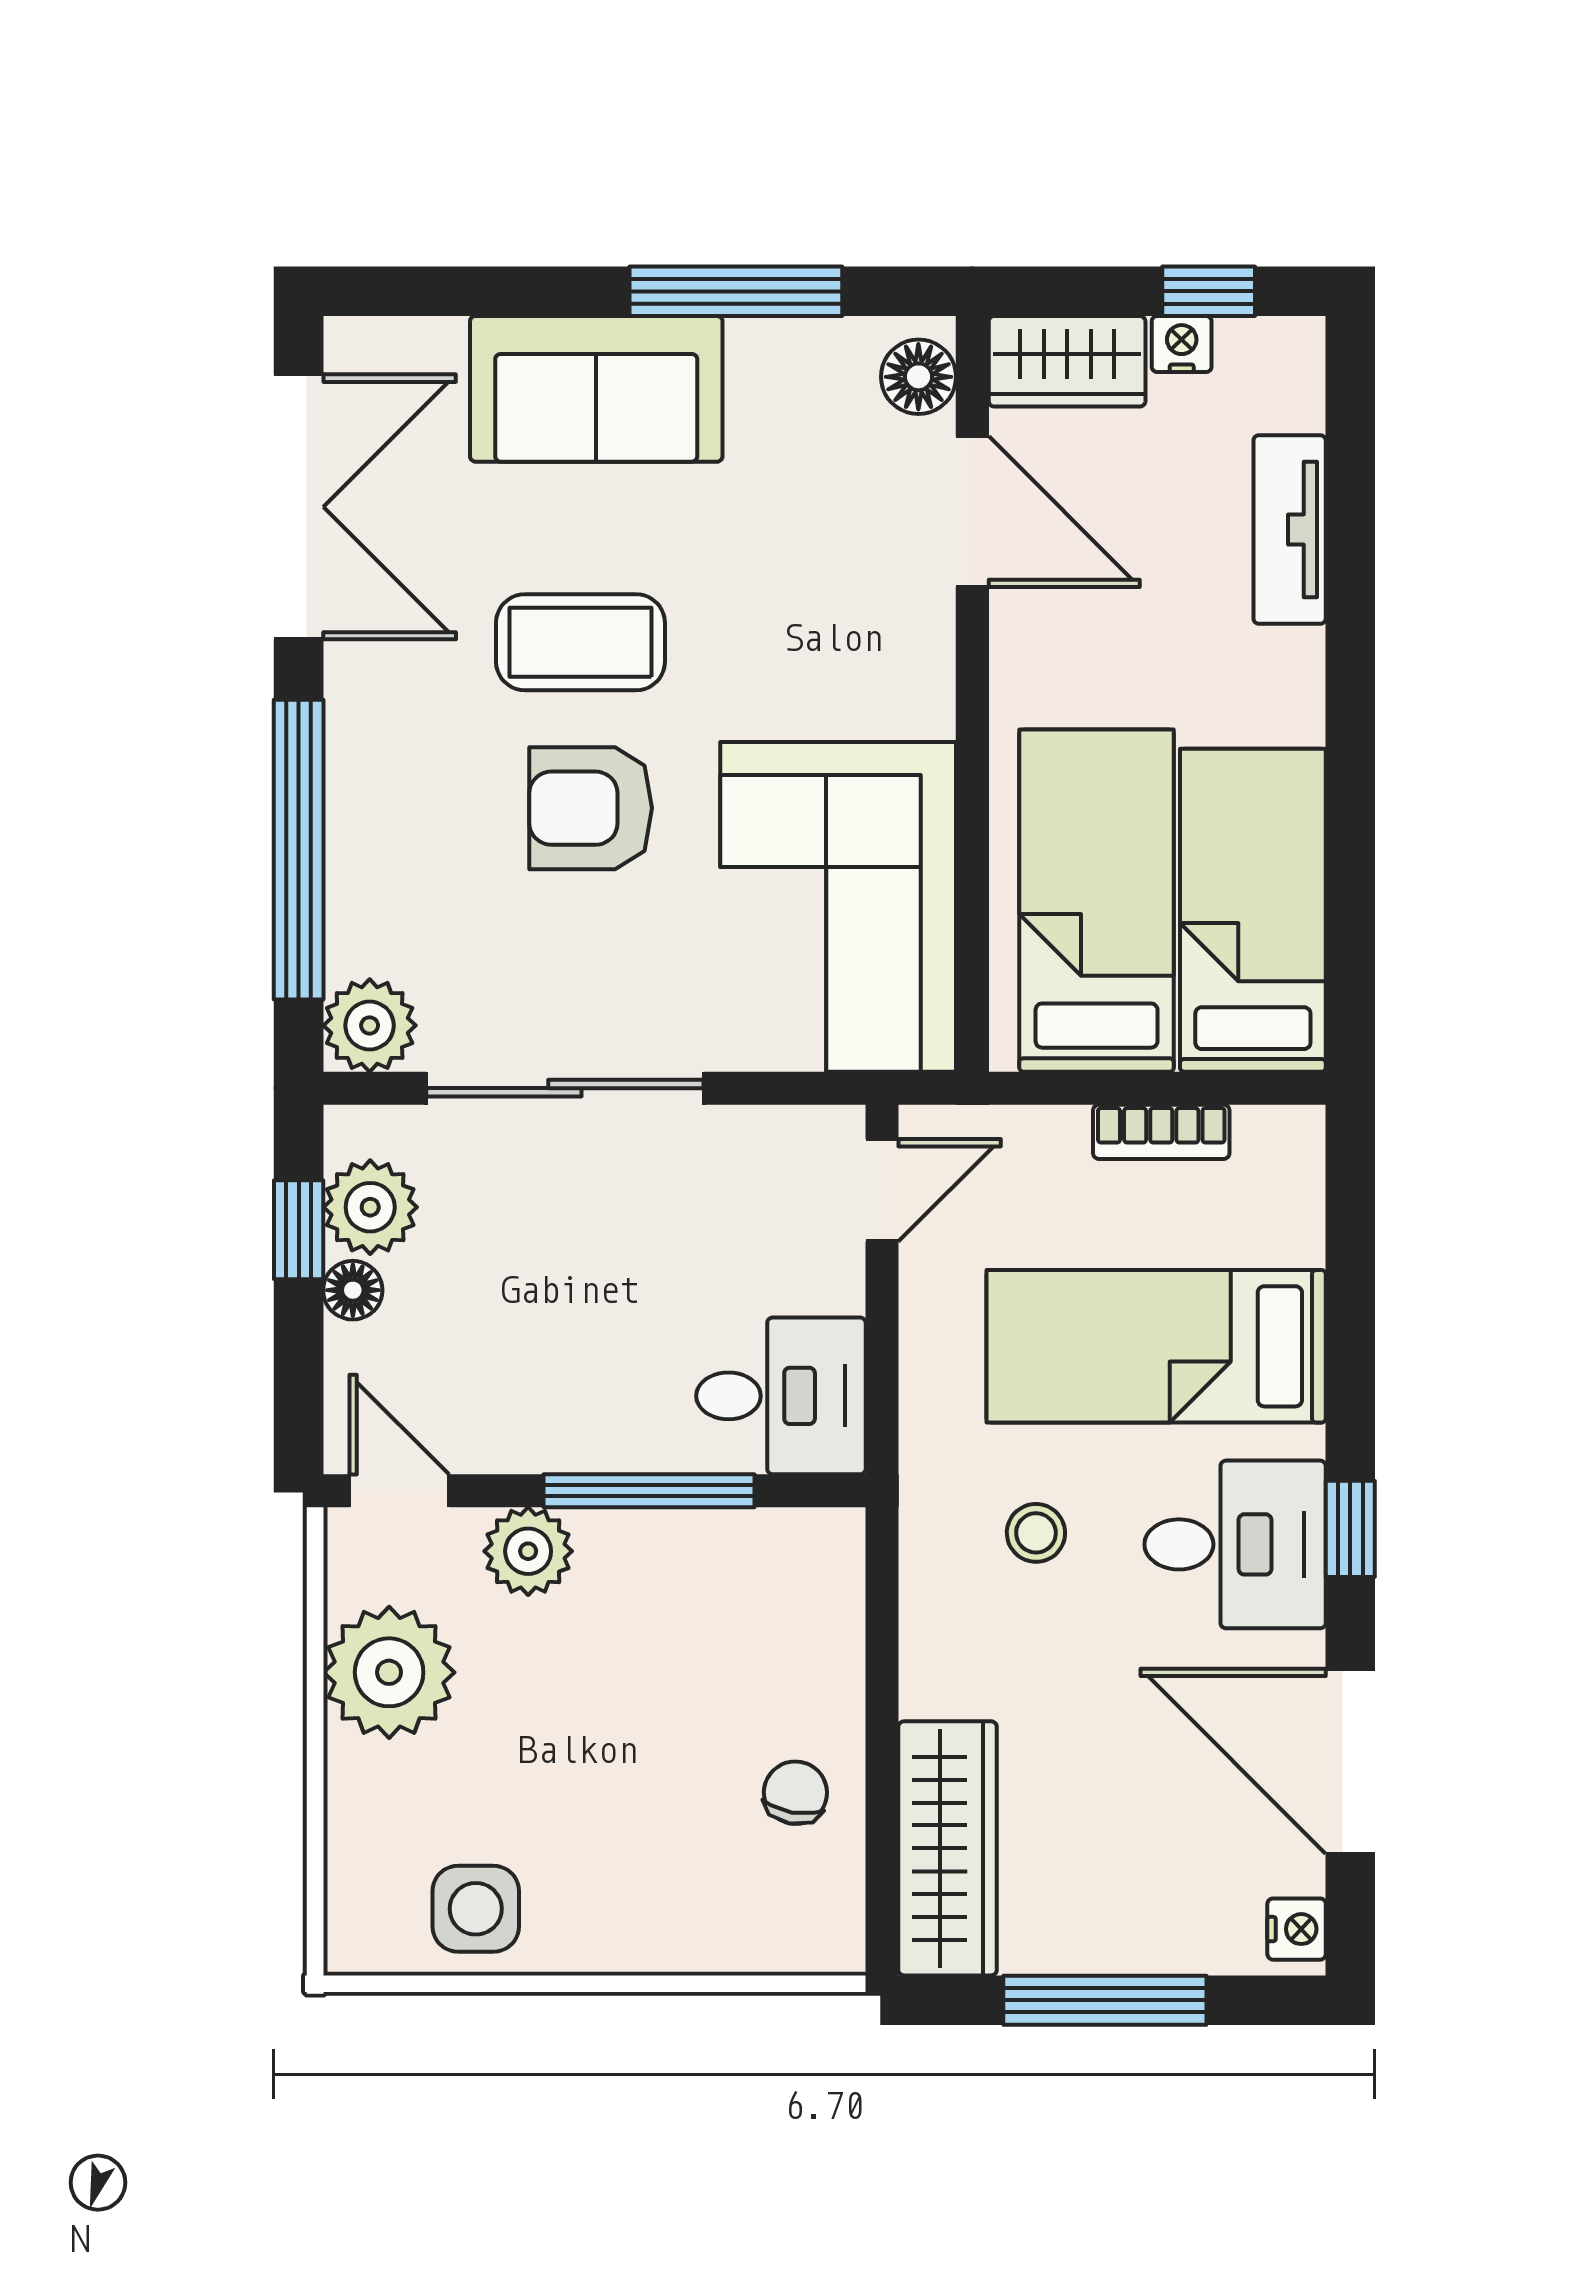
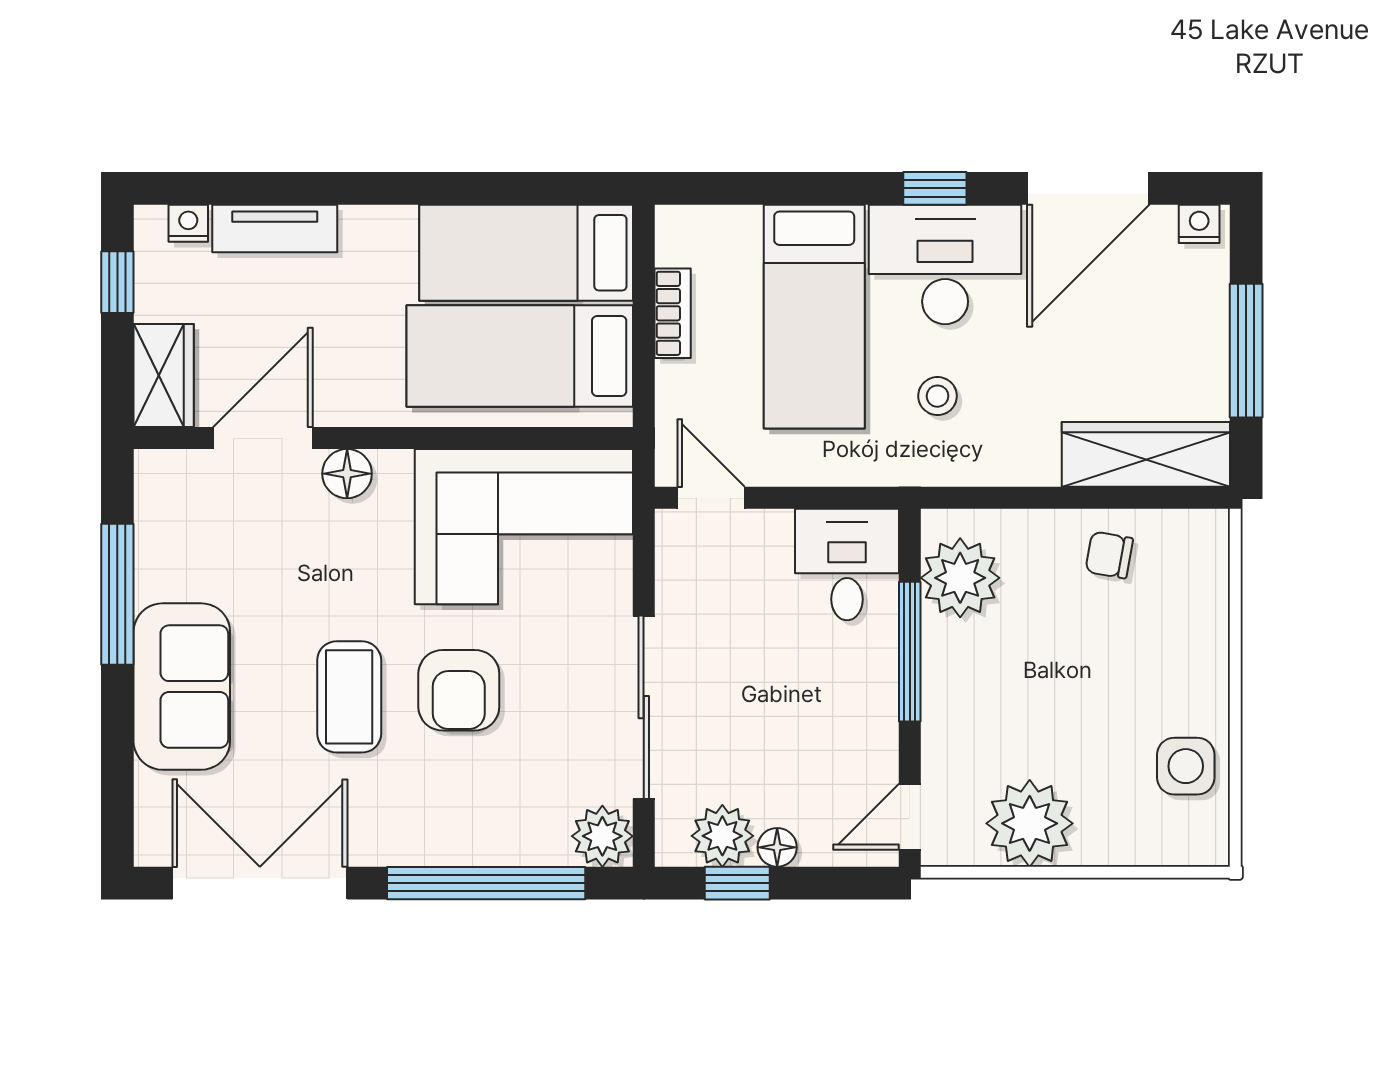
nightstand: (1182, 344) -> (188, 223), moved, turned 90
floor lamp: (918, 377) -> (347, 474), moved
desk: (1235, 1544) -> (945, 265), width x1.37
plant: (528, 1551) -> (960, 578), moved, width x1.36, depth x1.36

